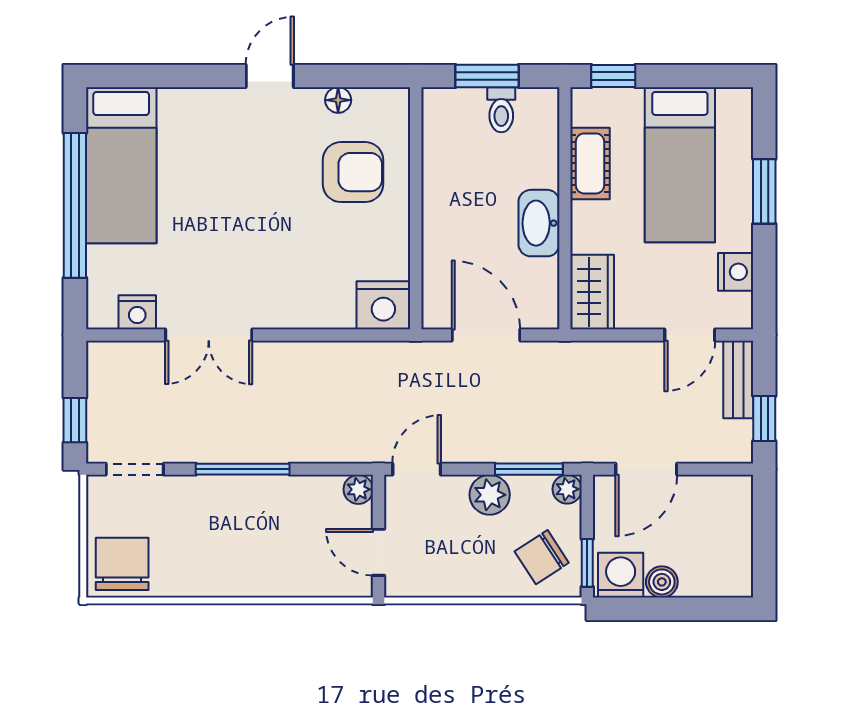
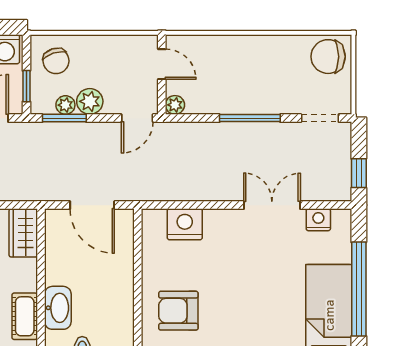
washbasin: (539, 223) -> (58, 308), moved
nightstand: (383, 305) -> (185, 224), moved
window: (75, 420) -> (359, 173), moved
plant: (567, 489) -> (65, 105), moved
chair: (542, 557) -> (56, 61), turned 105
window: (587, 563) -> (26, 86), moved
chair: (122, 564) -> (328, 57), turned 90

